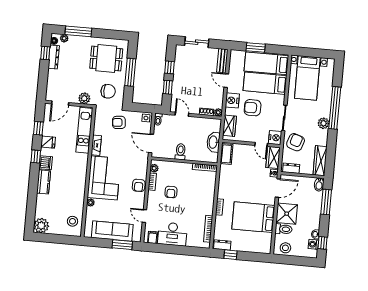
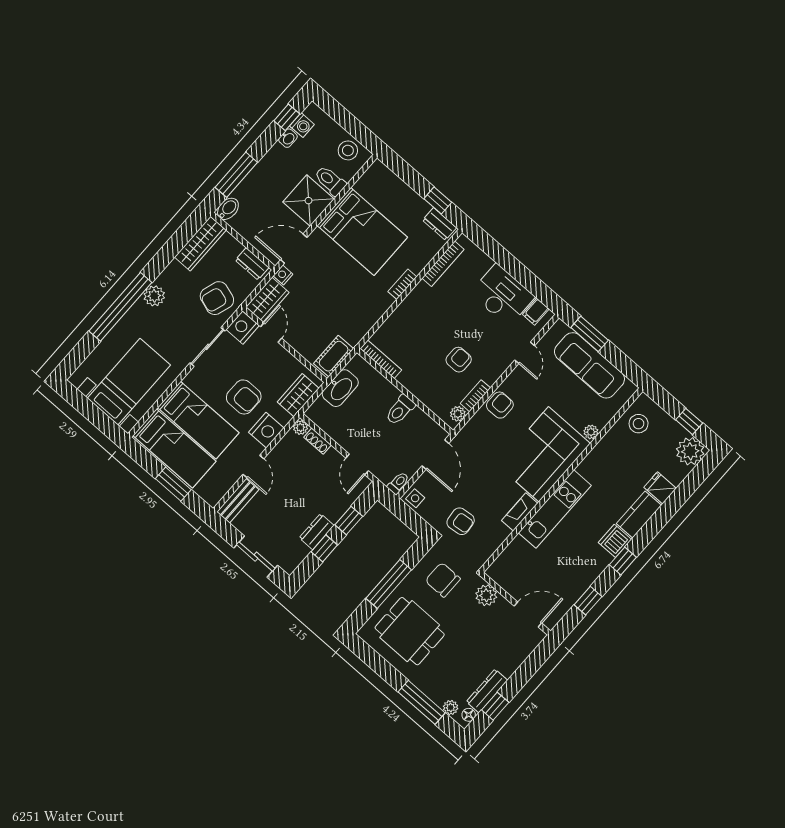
dresser: (178, 72) -> (317, 532), added
kitchen unit: (84, 130) -> (555, 509), moved
fridge: (48, 142) -> (660, 488), moved
window: (51, 238) -> (689, 421), added

